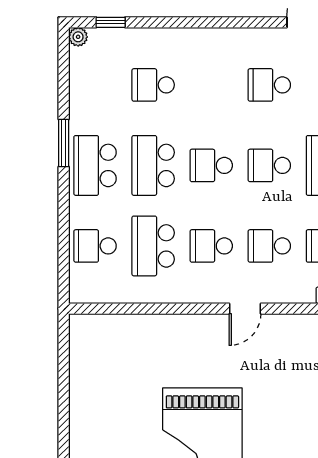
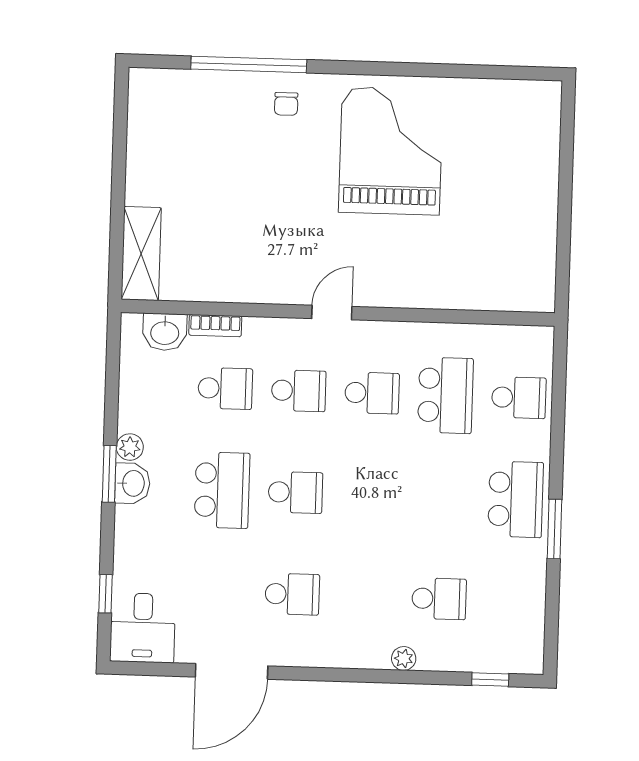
plant: (78, 37) -> (404, 658), moved
school desk: (153, 165) -> (442, 497), removed
school desk: (211, 165) -> (369, 495), removed

